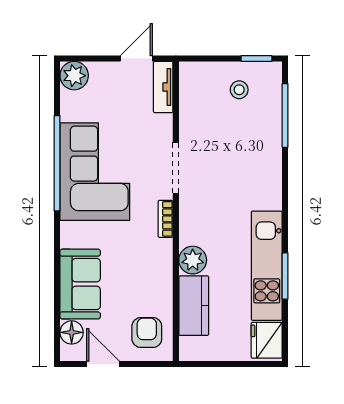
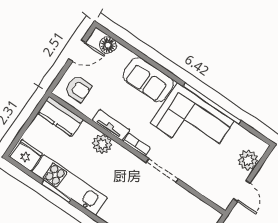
plant: (74, 76) -> (248, 160), moved
tv unit: (163, 87) -> (111, 125), moved
sofa: (80, 284) -> (148, 80), moved
kitchen counter: (194, 306) -> (60, 116), moved

